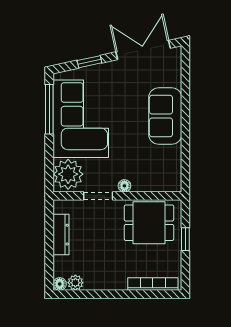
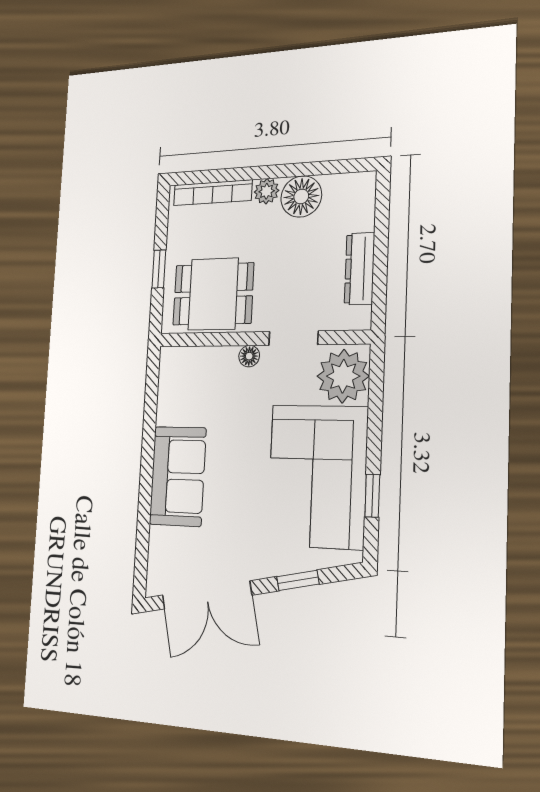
window: (49, 109) -> (372, 496), width x0.46
plant: (75, 283) -> (266, 191), moved
floor lamp: (60, 284) -> (301, 196), moved, width x1.89, depth x1.89

